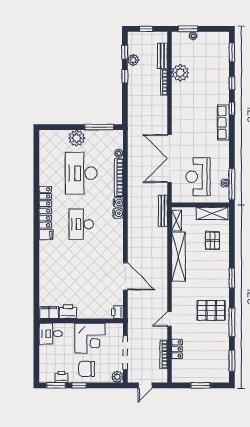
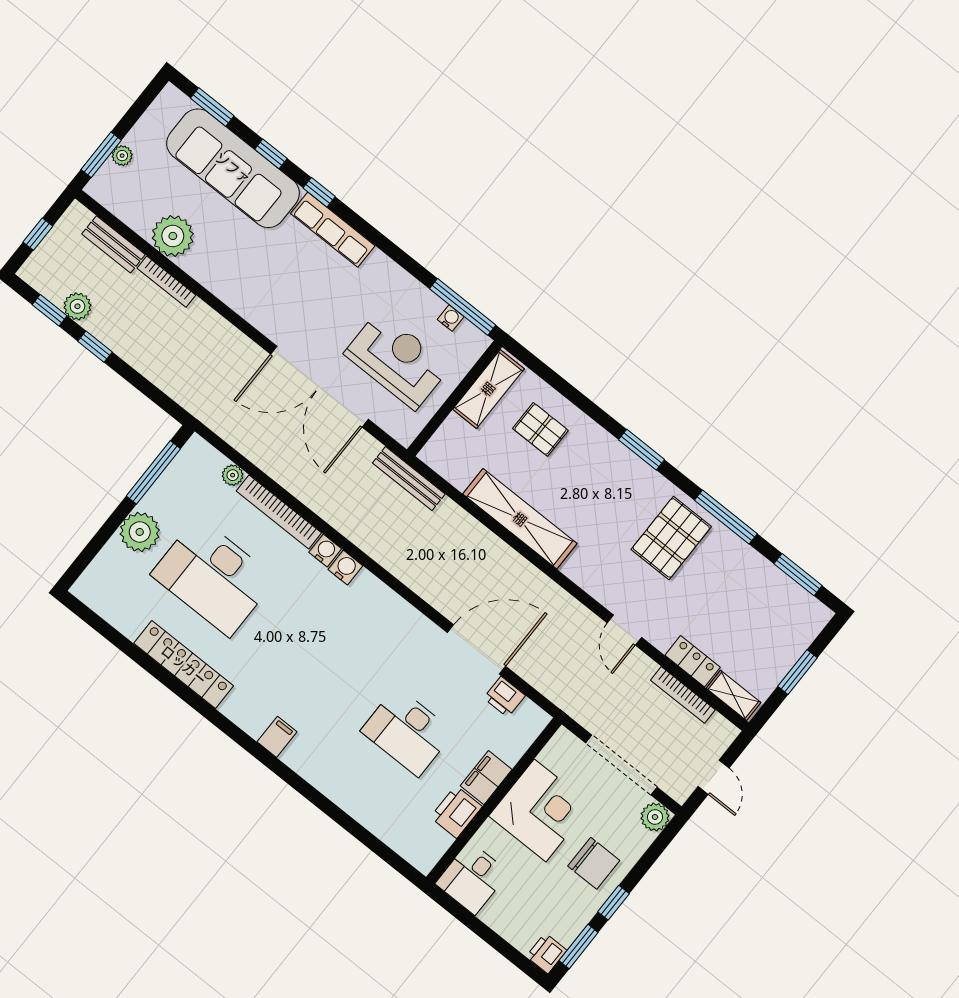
sofa: (218, 75) -> (233, 168), added
reception desk: (198, 177) -> (397, 360), turned 180
locker: (45, 207) -> (184, 665), moved
shelving: (176, 221) -> (733, 695), moved
desk: (81, 224) -> (407, 732), moved
filing cabinet: (49, 312) -> (486, 778), moved
printer: (117, 312) -> (504, 697), moved
chair: (87, 369) -> (594, 863), turned -90
printer: (61, 377) -> (546, 953), moved

